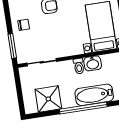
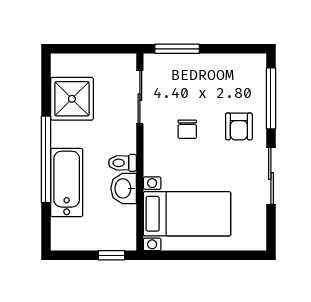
chair: (24, 25) -> (187, 129), moved

